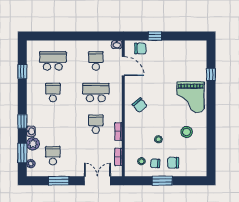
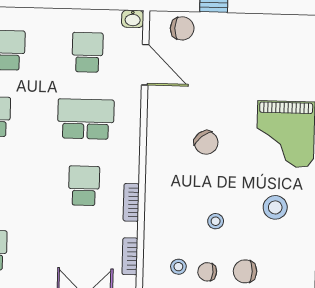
chair: (140, 105) -> (206, 143), moved

